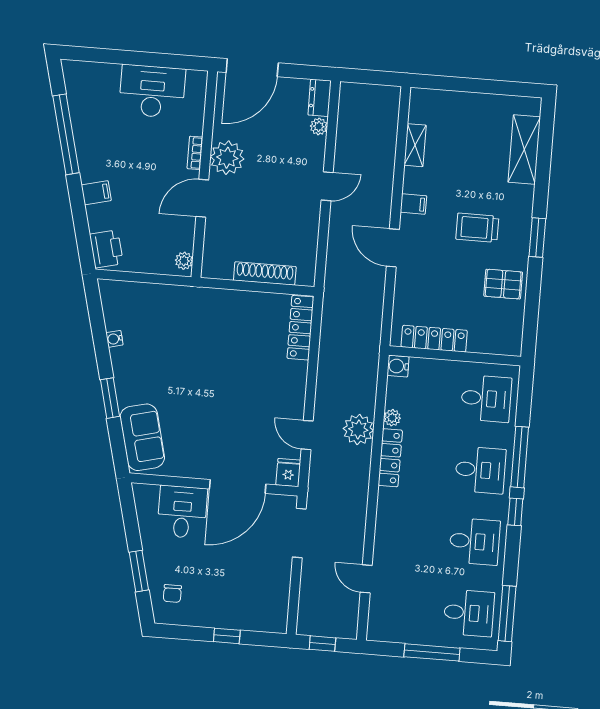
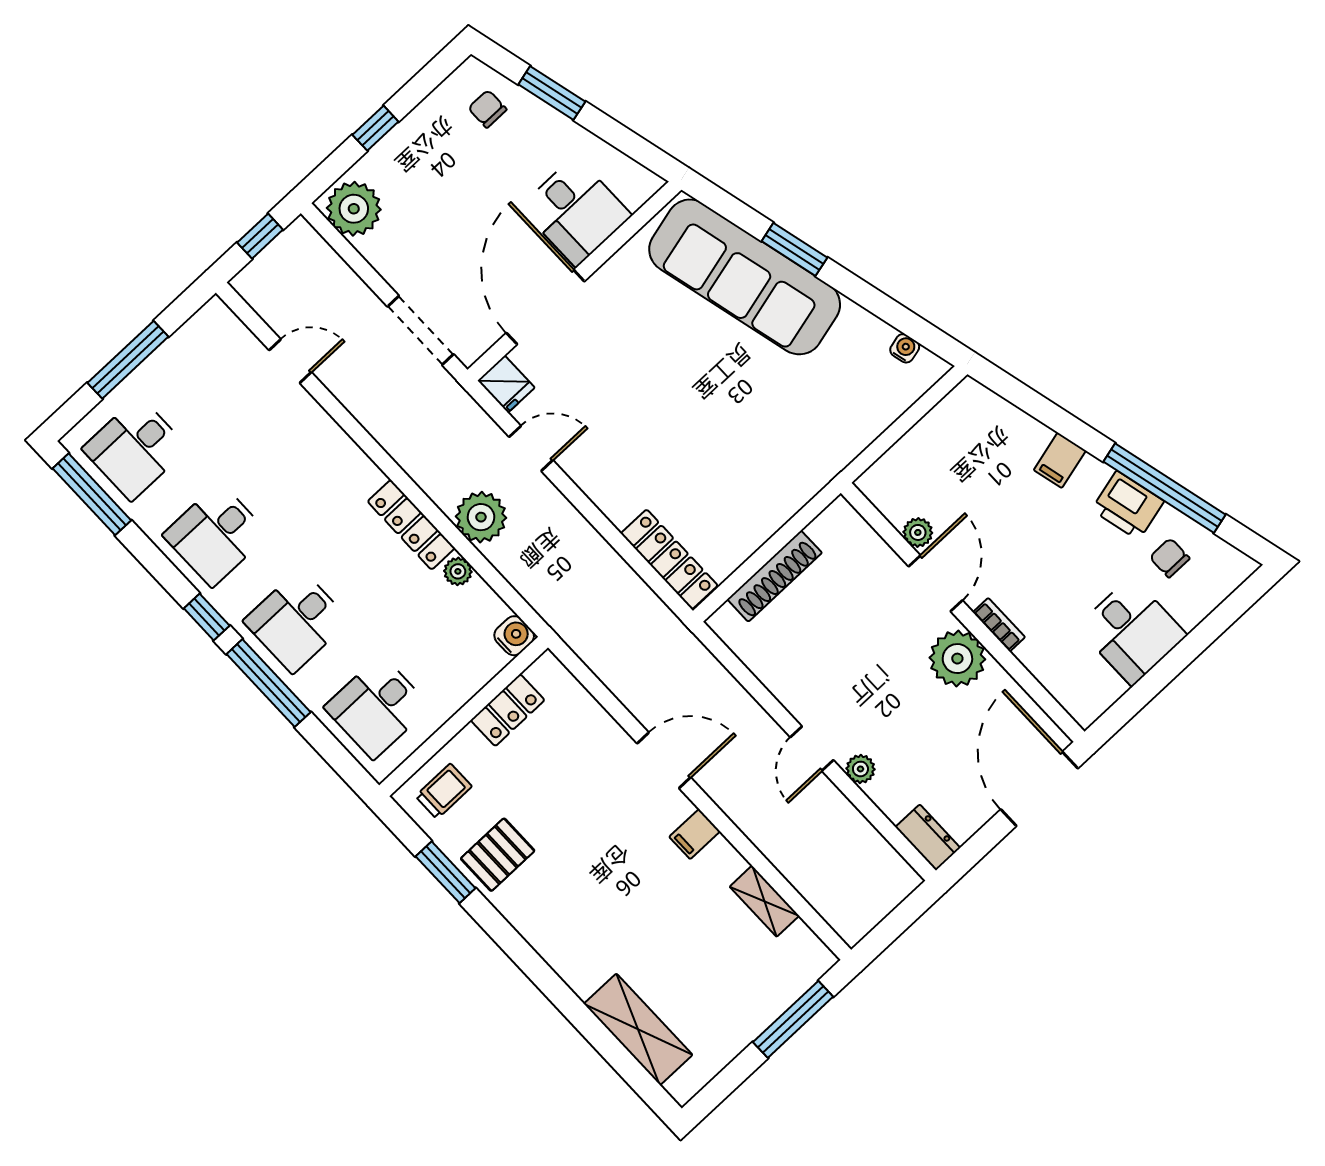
window: (456, 84) -> (793, 1019), added
desk: (152, 91) -> (1132, 631), width x0.73
chair: (95, 104) -> (1170, 558), added
plant: (319, 126) -> (860, 769), moved
trolley: (477, 228) -> (444, 791), moved, width x0.73, depth x0.72
window: (537, 238) -> (446, 872), moved
printer: (106, 249) -> (1128, 505), moved
plant: (184, 261) -> (918, 532), moved
water cooler: (114, 339) -> (905, 348), moved
locker: (434, 339) -> (508, 710), width x0.66
sofa: (142, 437) -> (745, 277), width x1.85, depth x1.27
plant: (272, 613) -> (354, 209), added

